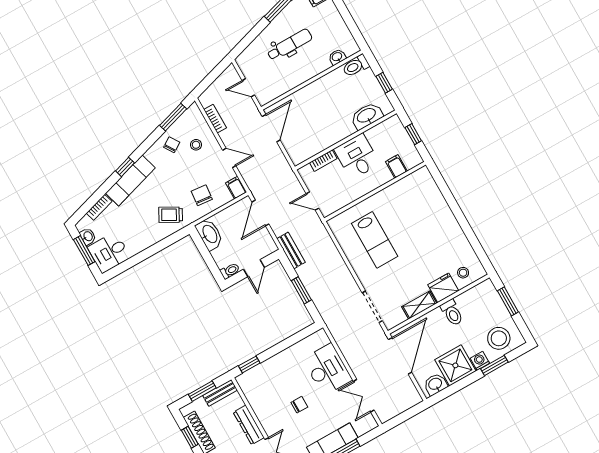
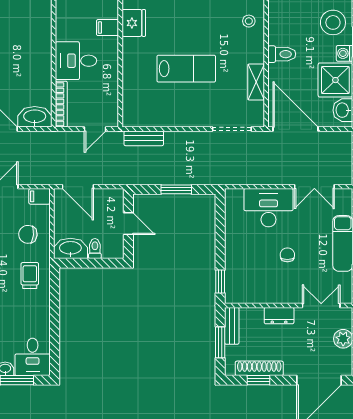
washbasin: (367, 116) -> (35, 117), moved, turned 90
bookcase: (323, 161) -> (61, 104), width x1.56
trolley: (171, 215) -> (30, 276), turned 151
lab bench: (375, 240) -> (186, 69), moved
bench: (291, 250) -> (144, 138), moved
toilet: (230, 271) -> (95, 249), moved
fridge: (443, 288) -> (134, 23), moved, turned 180
dresser: (249, 425) -> (279, 316), width x0.70

